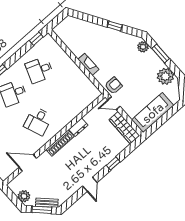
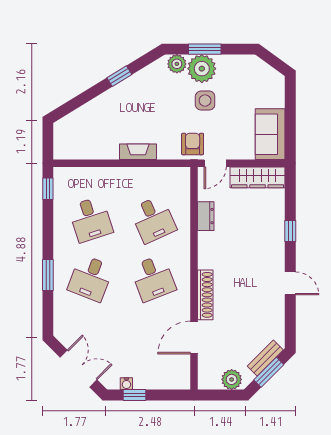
desk: (39, 70) -> (91, 219), turned -39
side table: (138, 74) -> (205, 101), added
plant: (165, 76) -> (202, 69), moved
desk: (64, 98) -> (153, 219), added
sofa: (153, 113) -> (270, 134), width x0.73
dresser: (78, 127) -> (206, 216), moved
shoe rack: (60, 143) -> (205, 295), moved

